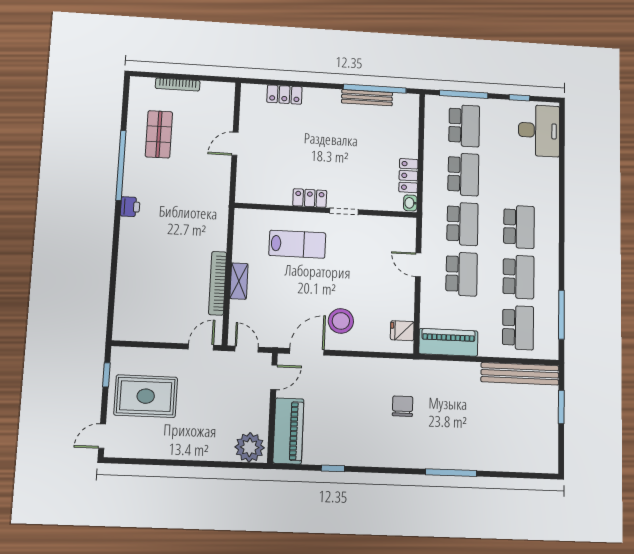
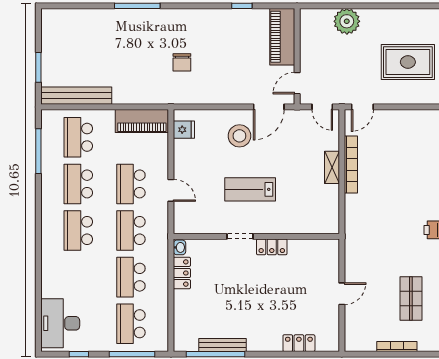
lab bench: (297, 244) -> (250, 189), moved
plant: (250, 447) -> (347, 21), moved

